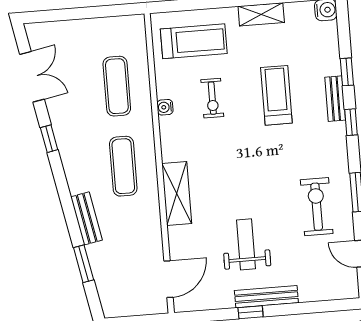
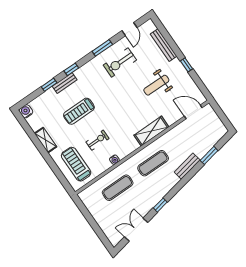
bench: (266, 297) -> (164, 45), moved

